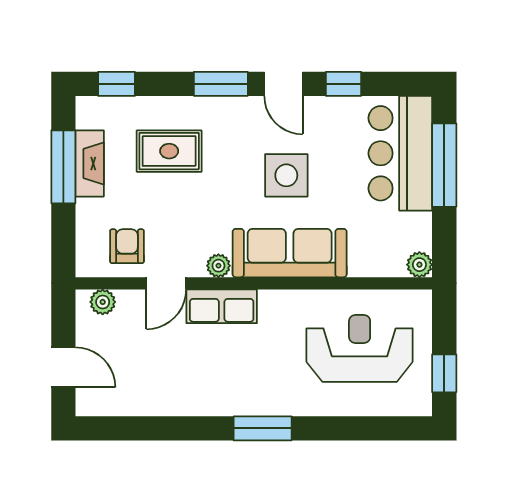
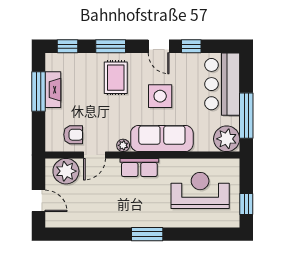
window: (221, 84) -> (111, 46), moved
rug: (169, 151) -> (116, 78), moved, turned 90
window: (444, 165) -> (246, 116), moved
armchair: (127, 246) -> (73, 135), turned 90
plant: (419, 265) -> (227, 139), width x1.87, depth x1.87
plant: (103, 302) -> (66, 171), width x1.87, depth x1.87
row of seats: (222, 306) -> (139, 168), moved

